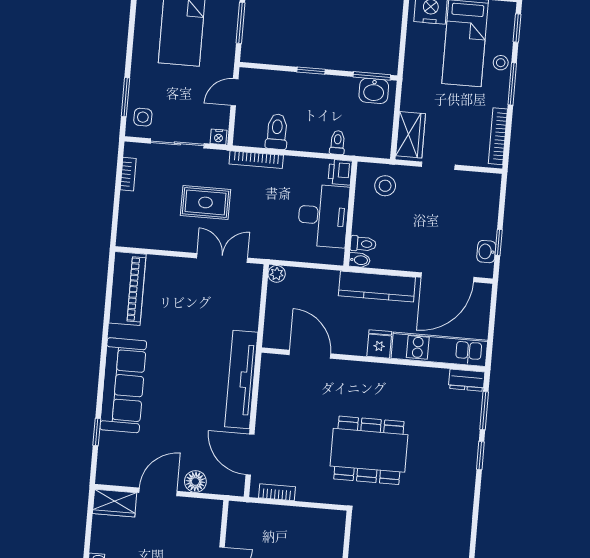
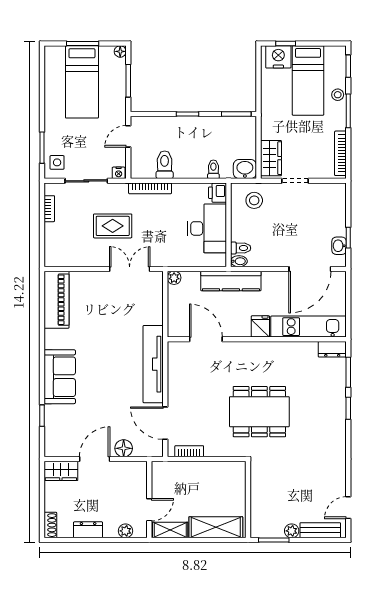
washbasin: (374, 91) -> (245, 169), moved, turned 180
kitchen counter: (377, 287) -> (231, 281), moved
sofa: (123, 385) -> (60, 377), width x0.73

